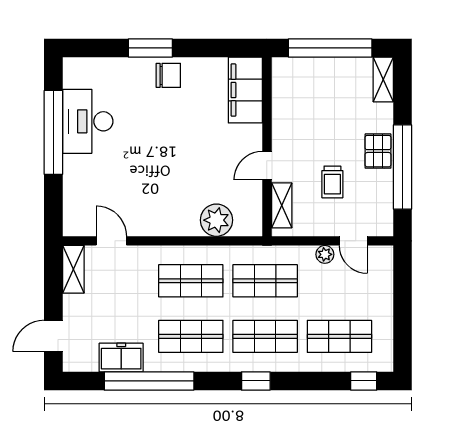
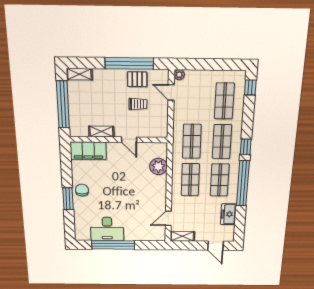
pallet: (378, 151) -> (137, 79), moved
shelving: (282, 205) -> (101, 132), moved
door: (353, 241) -> (171, 93), swing flipped
plant: (325, 254) -> (179, 75), moved
window: (149, 381) -> (243, 183), moved

